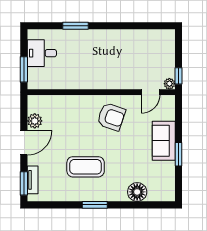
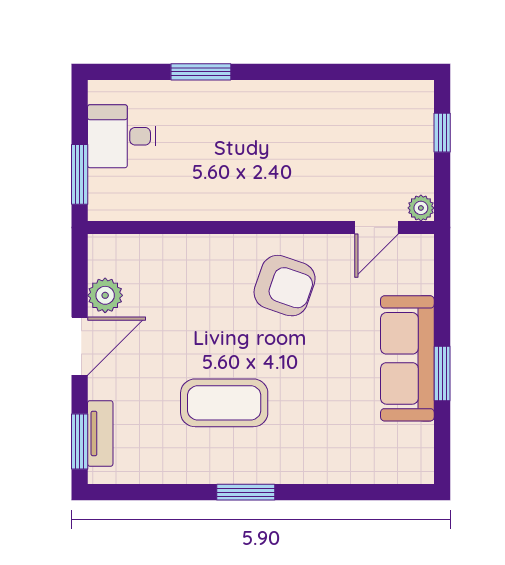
window: (178, 76) -> (442, 133), moved
sofa: (164, 141) -> (407, 358), width x1.36
floor lamp: (137, 192) -> (345, 462), removed

